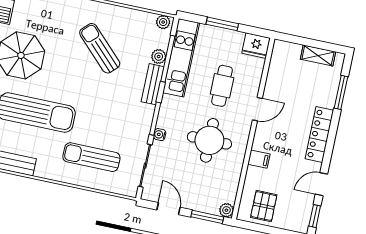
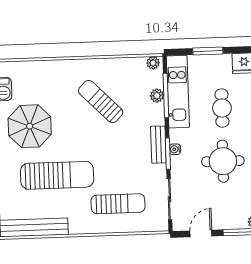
bench: (153, 84) -> (158, 145), moved
water cooler: (160, 135) -> (175, 149), moved
sun lounger: (91, 157) -> (118, 204), turned 180
door: (169, 209) -> (201, 233), hinge flipped

